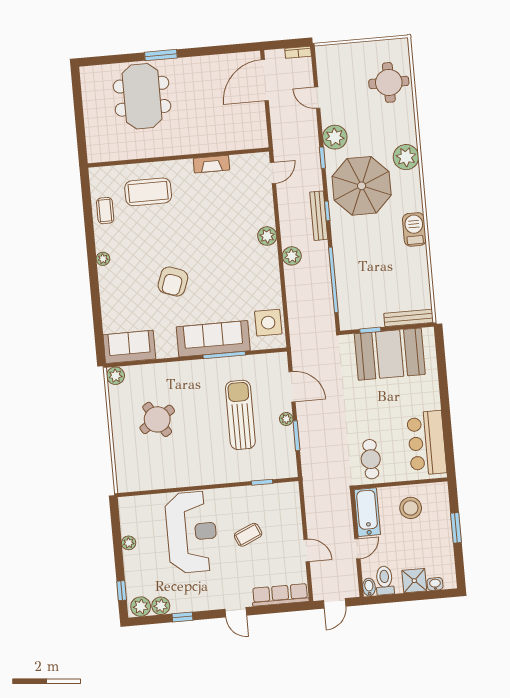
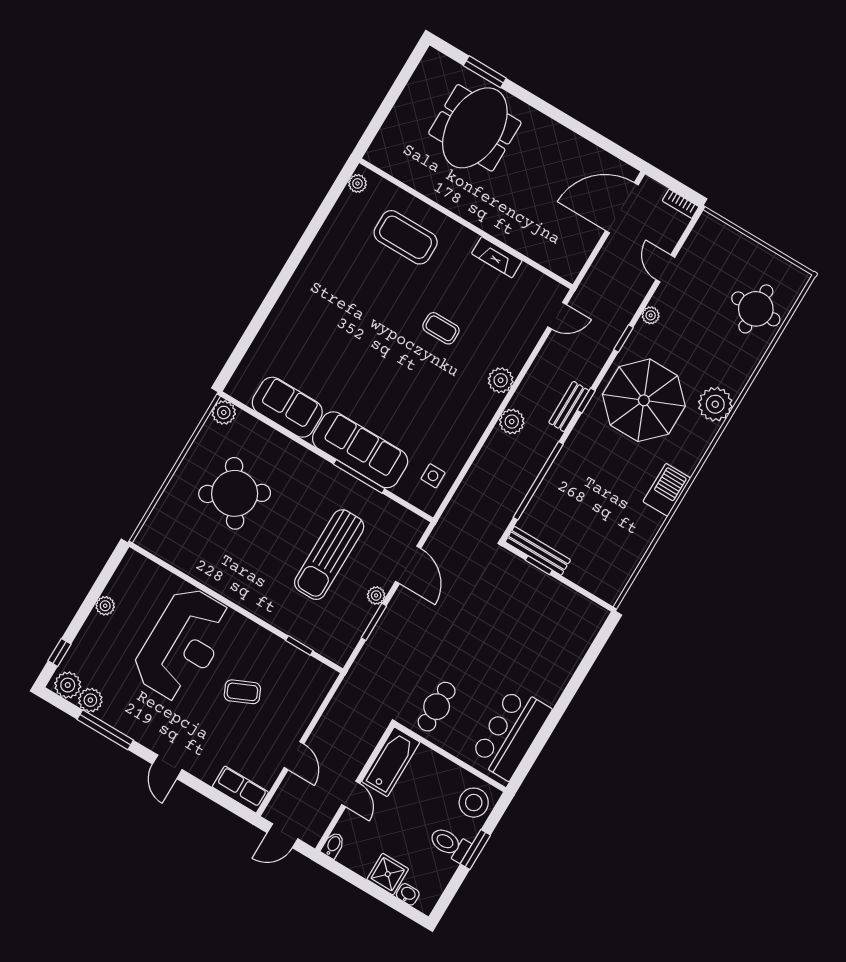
window: (161, 55) -> (485, 72), moved
plant: (335, 137) -> (651, 315), width x0.53, depth x0.53
coffee table: (105, 211) -> (441, 328), moved, turned 90
bench: (319, 216) -> (569, 407), width x0.73
plant: (103, 259) -> (357, 183), moved
armchair: (173, 282) -> (361, 355), removed
bench: (409, 318) -> (538, 551), moved
side table: (268, 323) -> (433, 476), width x0.54, depth x0.54
sofa: (129, 347) -> (287, 407), moved
booth: (390, 354) -> (541, 607), removed
sun lounger: (240, 415) -> (329, 555), turned 180
round table: (157, 419) -> (235, 493), width x1.36, depth x1.36
stool: (411, 508) -> (474, 803), moved
door: (357, 549) -> (351, 794), hinge flipped
toilet: (385, 580) -> (450, 844), moved, turned -90
row of seats: (280, 595) -> (240, 790), width x0.68
window: (183, 617) -> (105, 730), width x2.17

